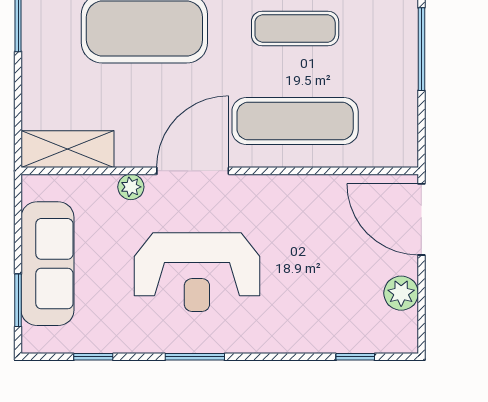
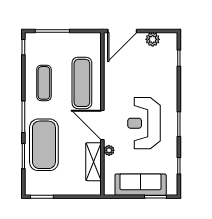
shelving: (68, 149) -> (93, 162), moved
reception desk: (197, 272) -> (144, 123), turned 180

